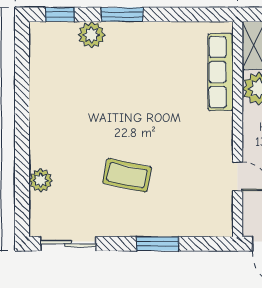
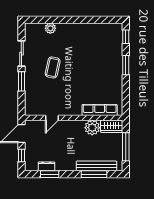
plant: (92, 35) -> (117, 51), removed
sliding door: (68, 244) -> (21, 54), moved

